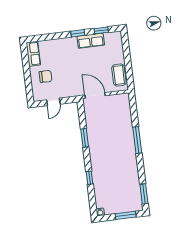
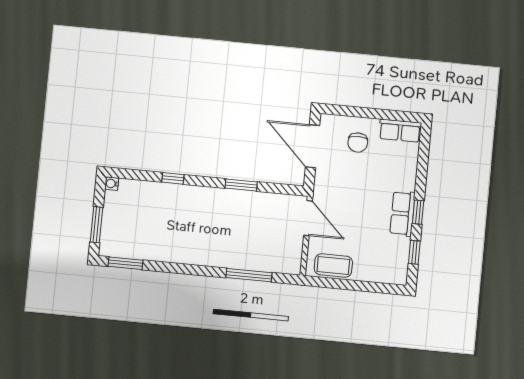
row of seats: (91, 41) -> (402, 214), moved
door: (95, 95) -> (308, 218), hinge flipped
door: (53, 102) -> (312, 146), width x1.88
window: (137, 140) -> (249, 275), moved

